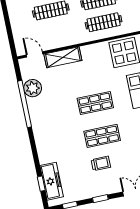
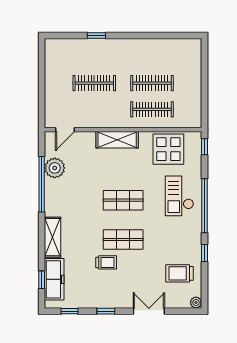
door: (35, 54) -> (65, 130), swing flipped
shelving: (63, 57) -> (117, 140), moved
shelving: (43, 146) -> (53, 237), added
trolley: (101, 163) -> (106, 262), moved

